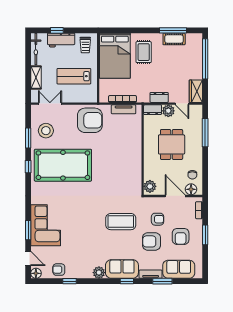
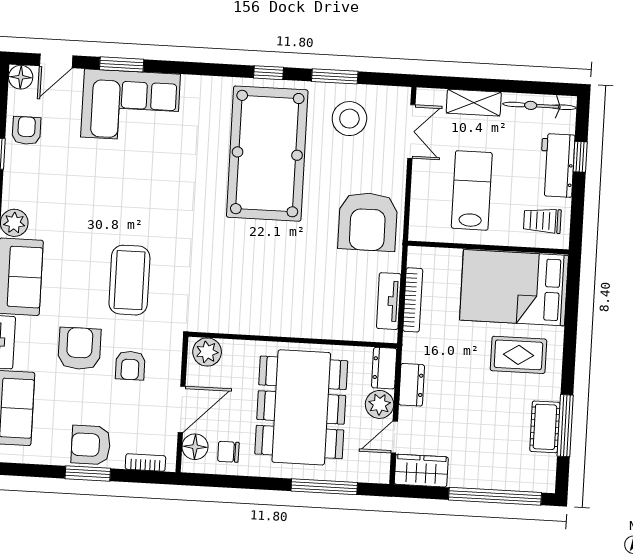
dining table: (172, 144) -> (301, 407), width x1.88, depth x1.24
armchair: (181, 236) -> (91, 445), moved

